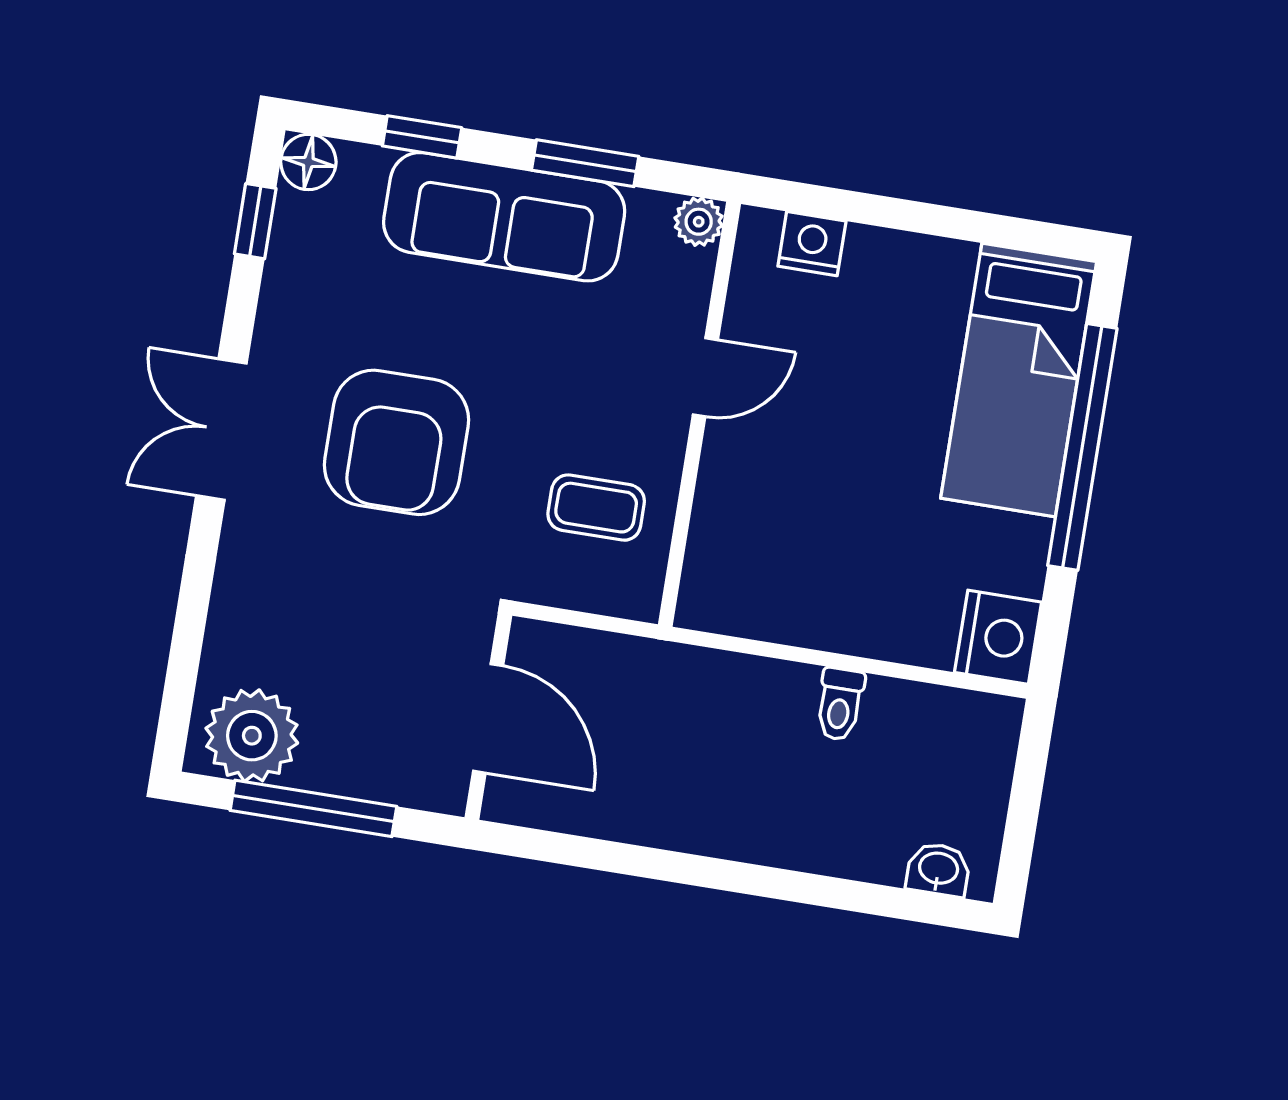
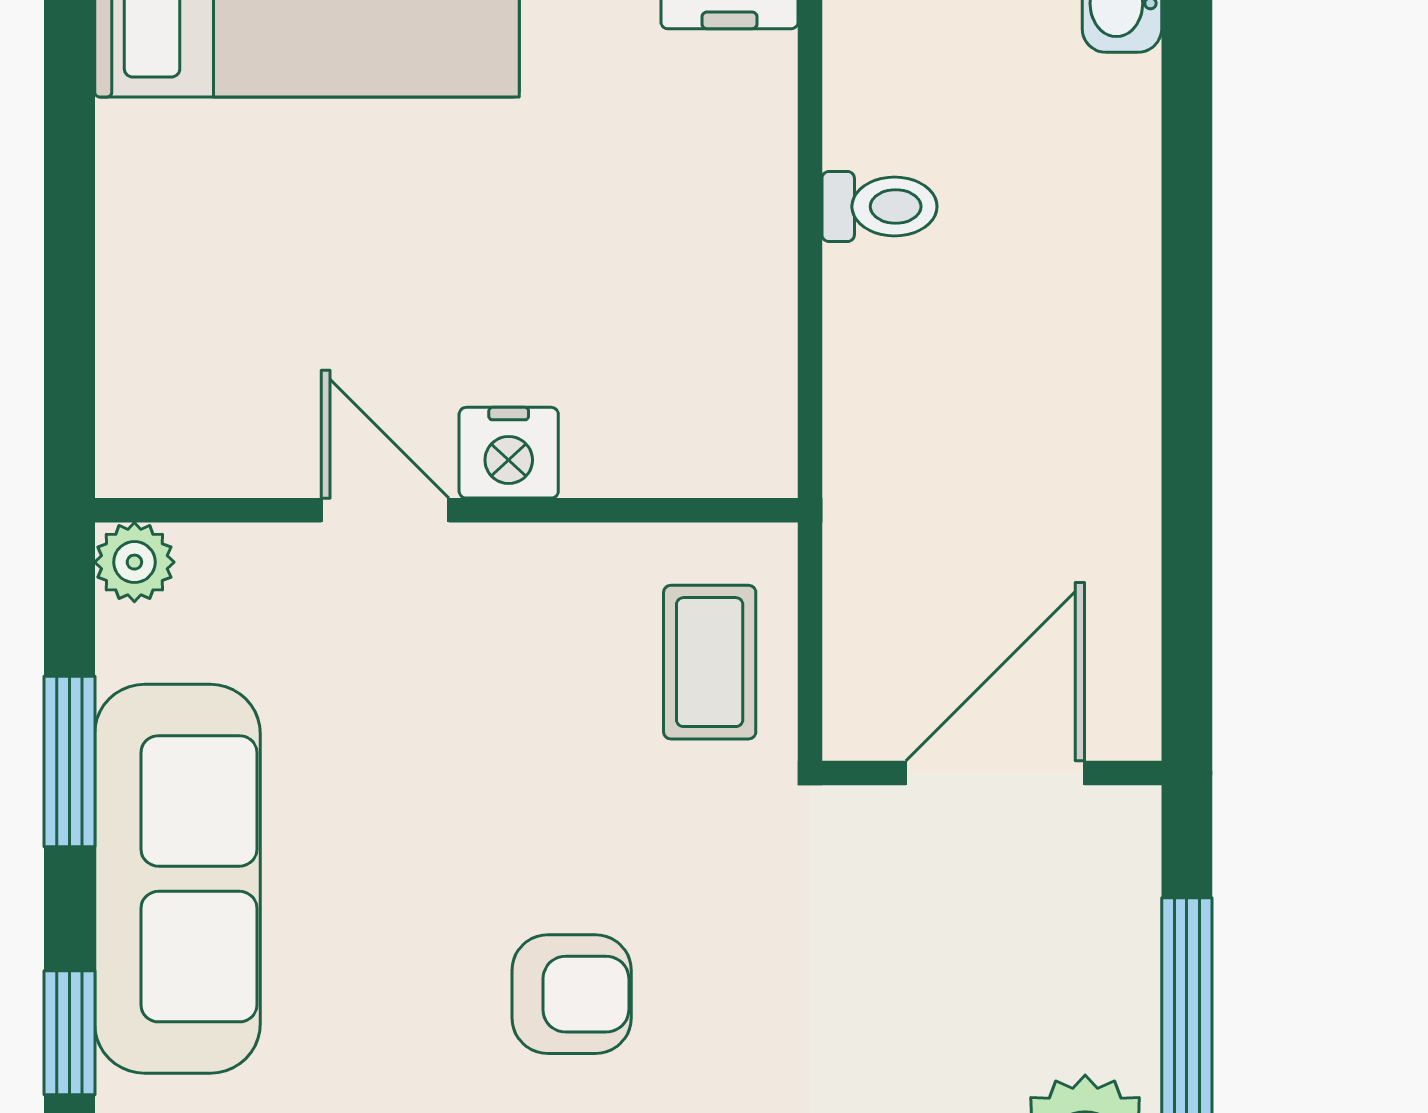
nightstand: (812, 244) -> (509, 453), moved, turned -90
armchair: (396, 442) -> (572, 994), width x0.53, depth x0.53
coffee table: (596, 508) -> (710, 662), moved

